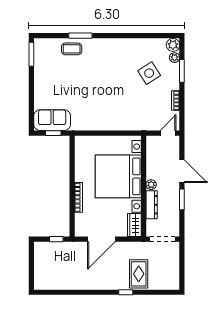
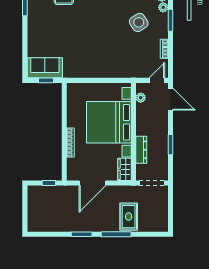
door: (182, 171) -> (170, 99), moved
plant: (151, 185) -> (141, 98), moved
window: (90, 292) -> (82, 234), added
window: (126, 292) -> (116, 234), width x2.17

